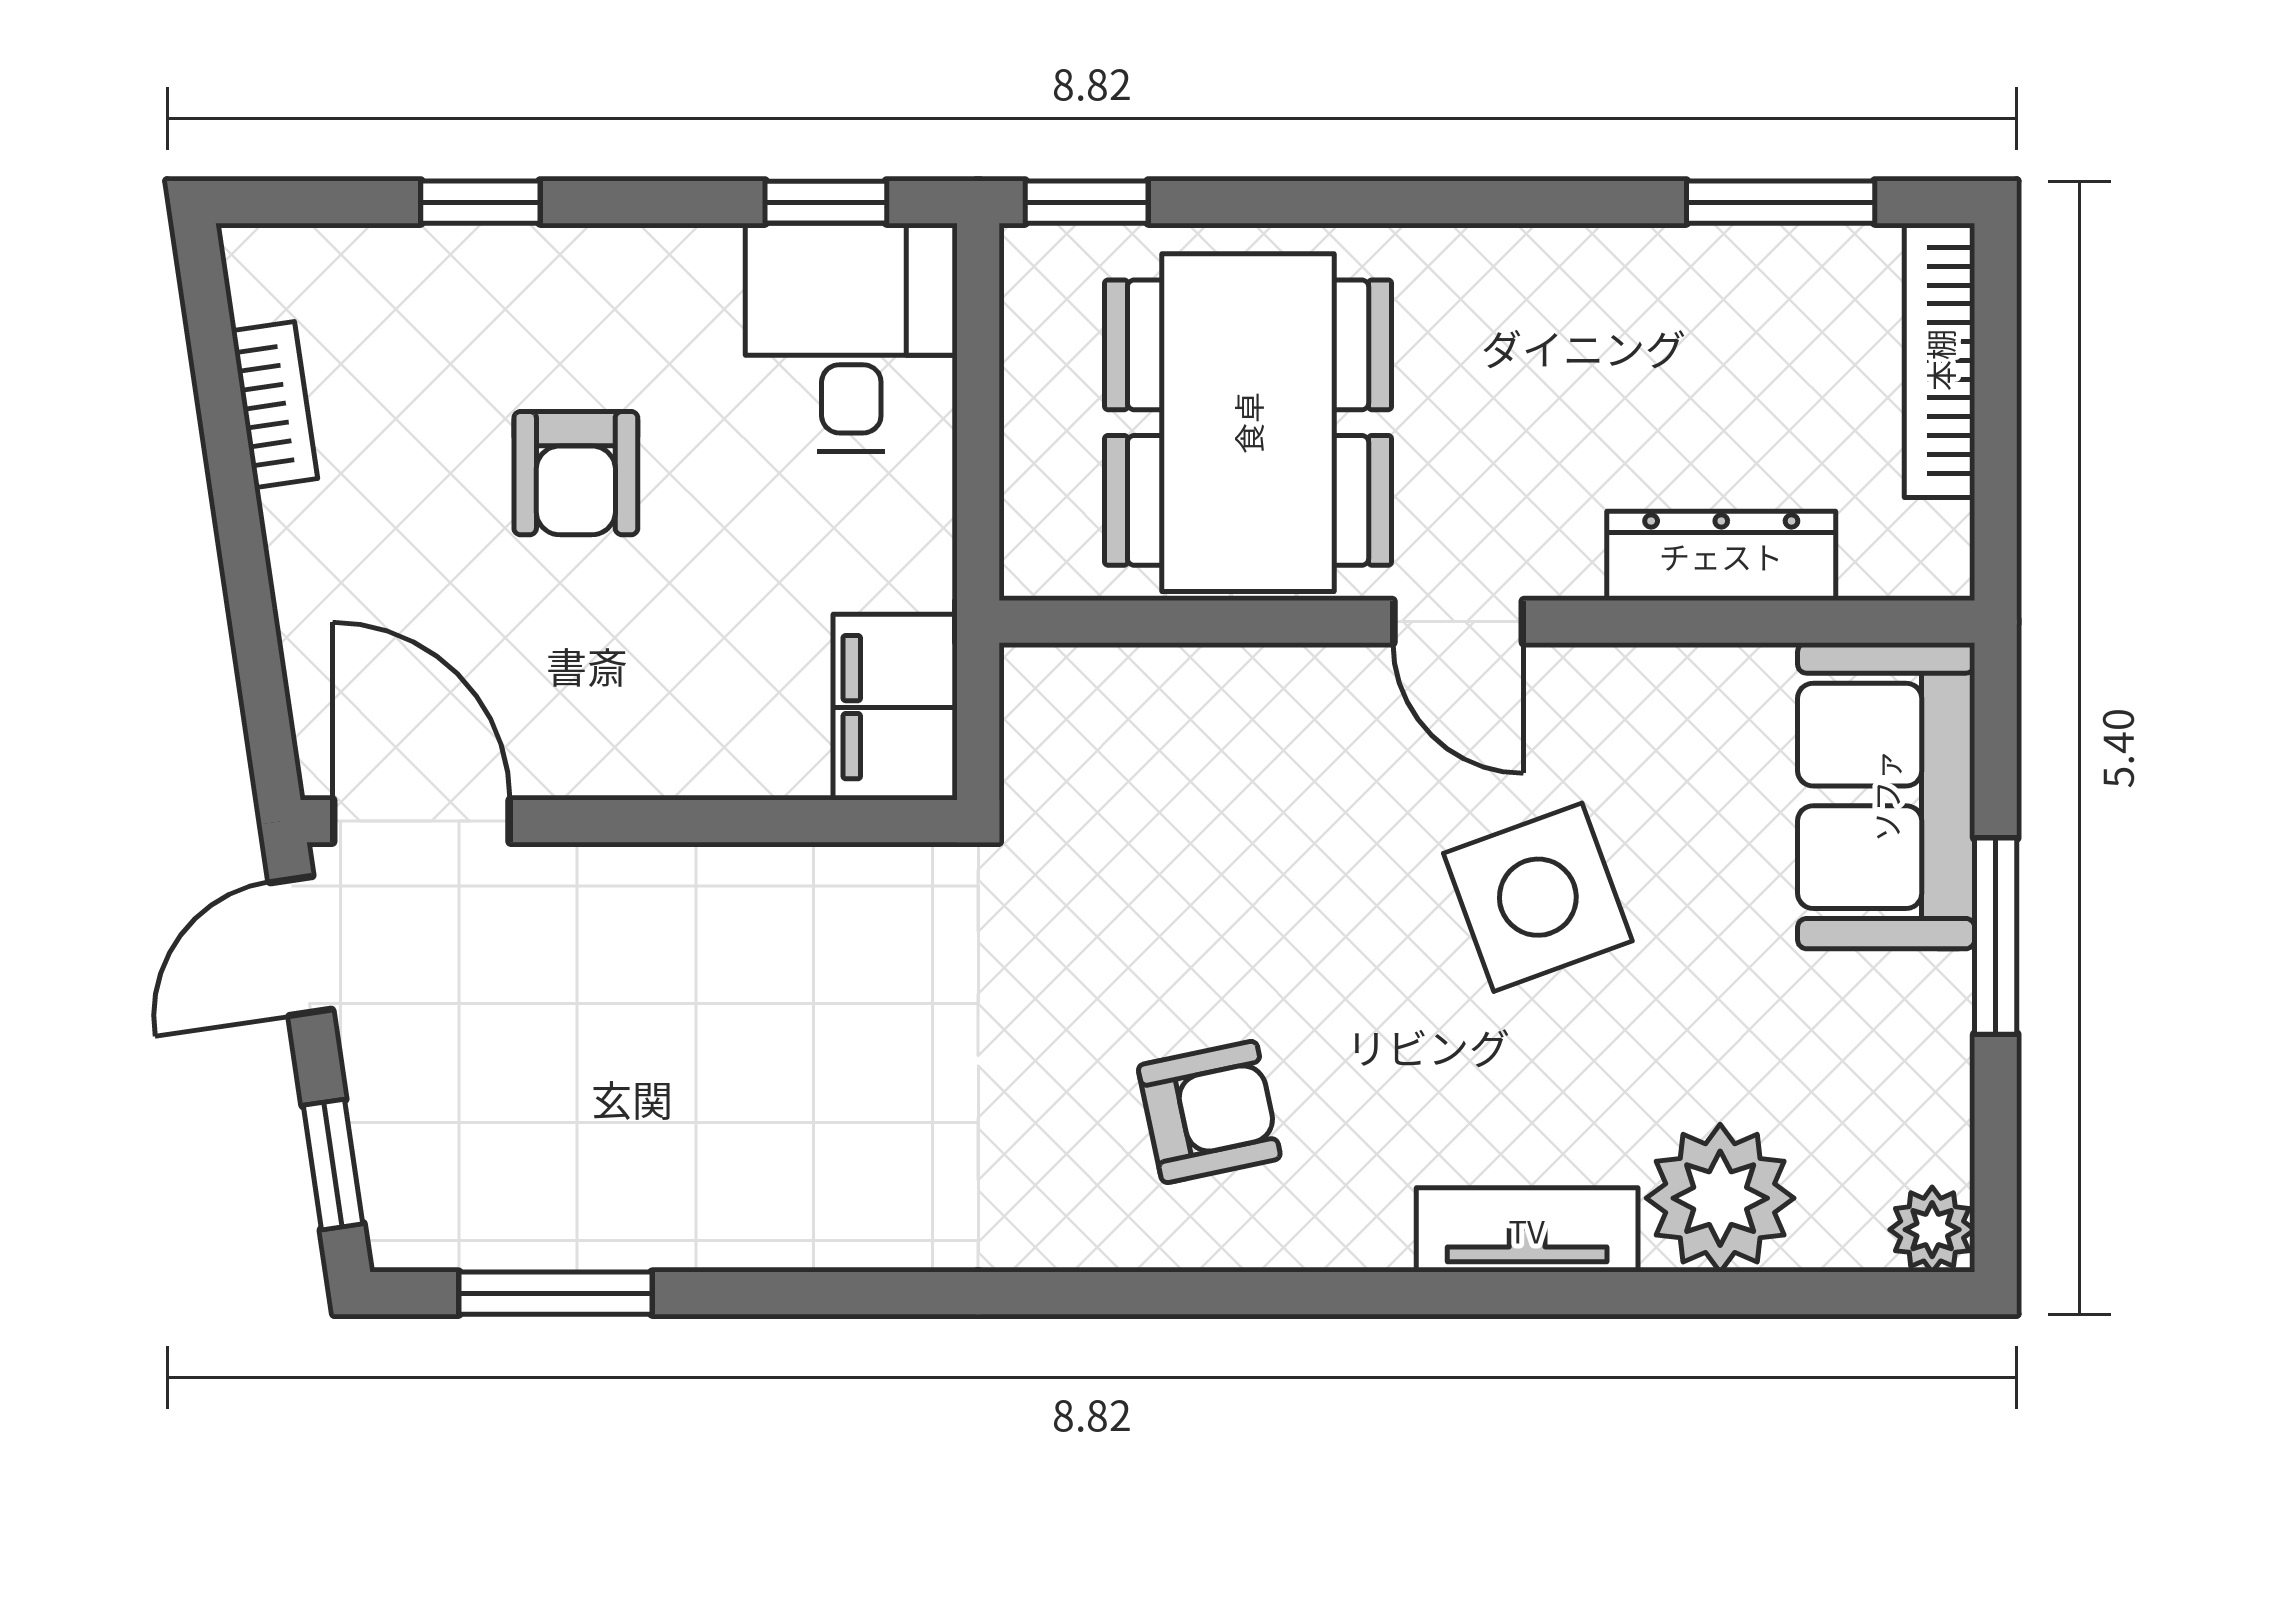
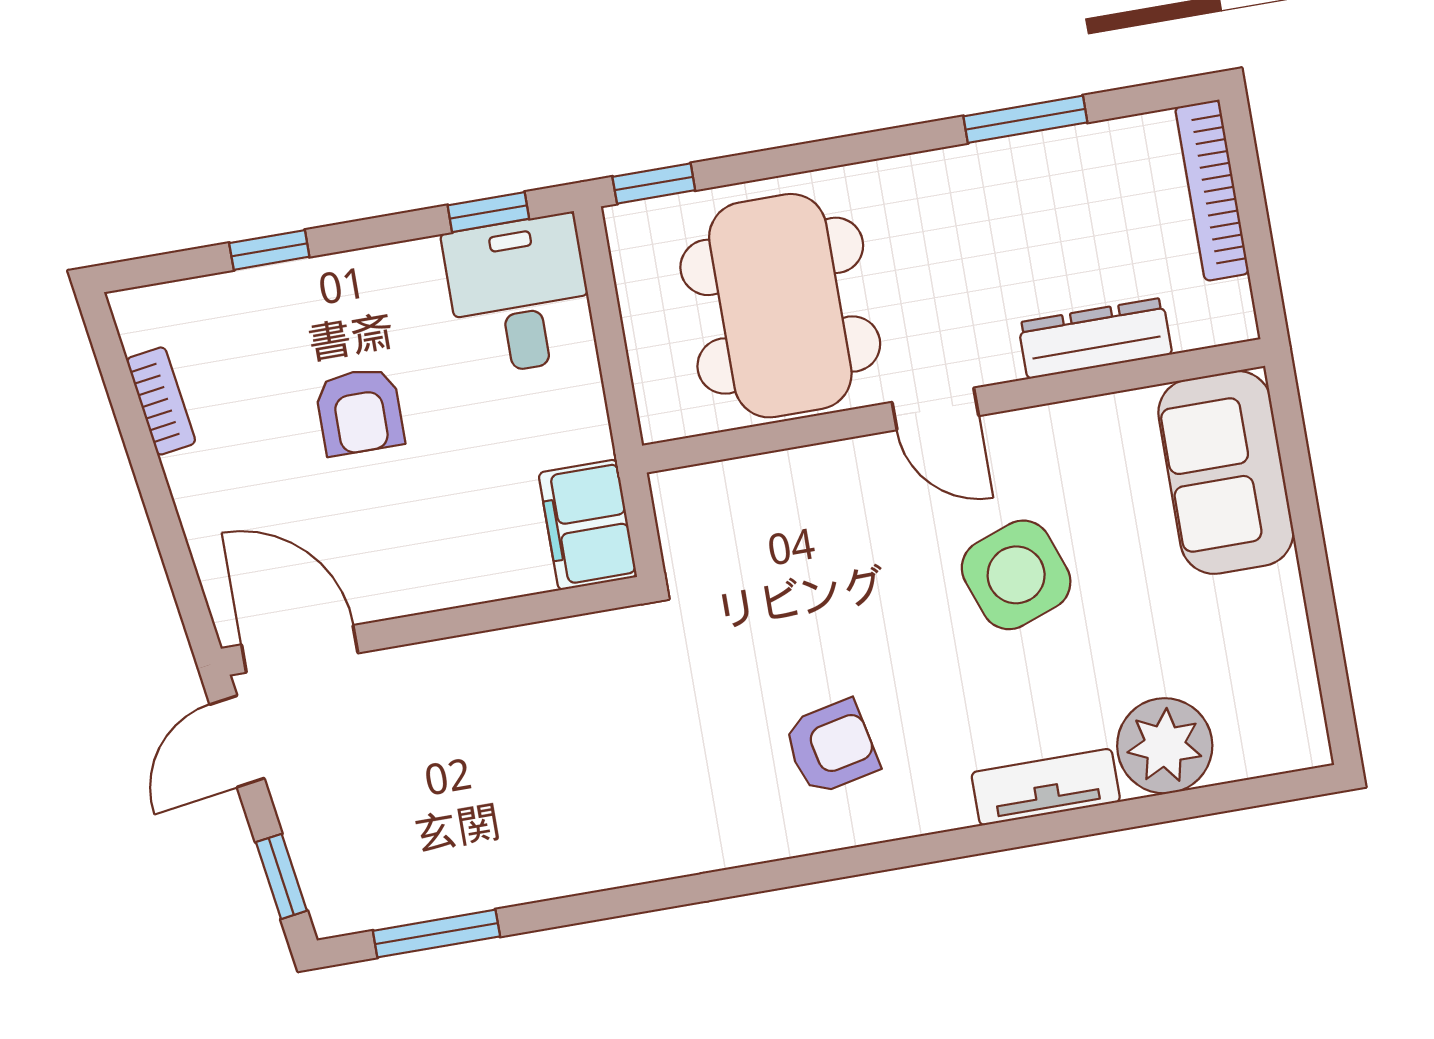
window: (1781, 202) -> (1025, 119), moved
window: (1996, 936) -> (1311, 549), removed
plant: (1932, 1230) -> (1303, 742), removed

